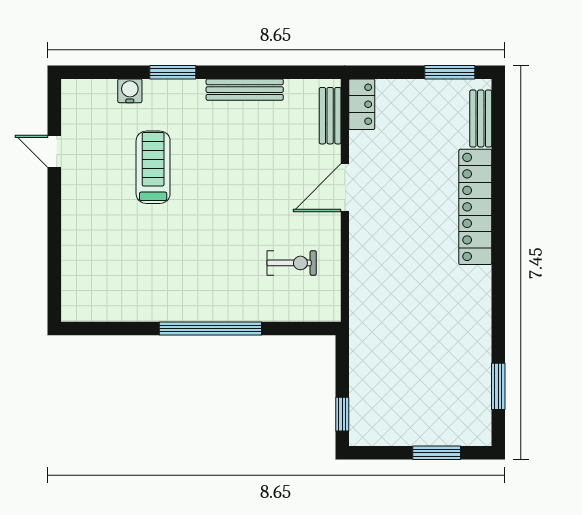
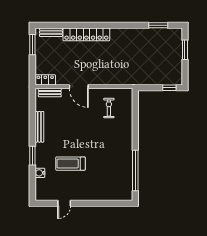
window: (210, 329) -> (135, 170), moved

